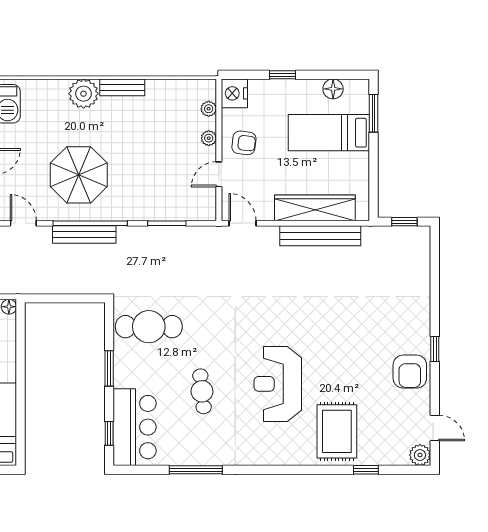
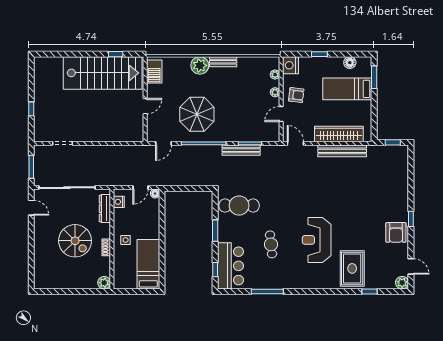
door: (23, 223) -> (164, 143), swing flipped
bench: (84, 235) -> (241, 150), moved

